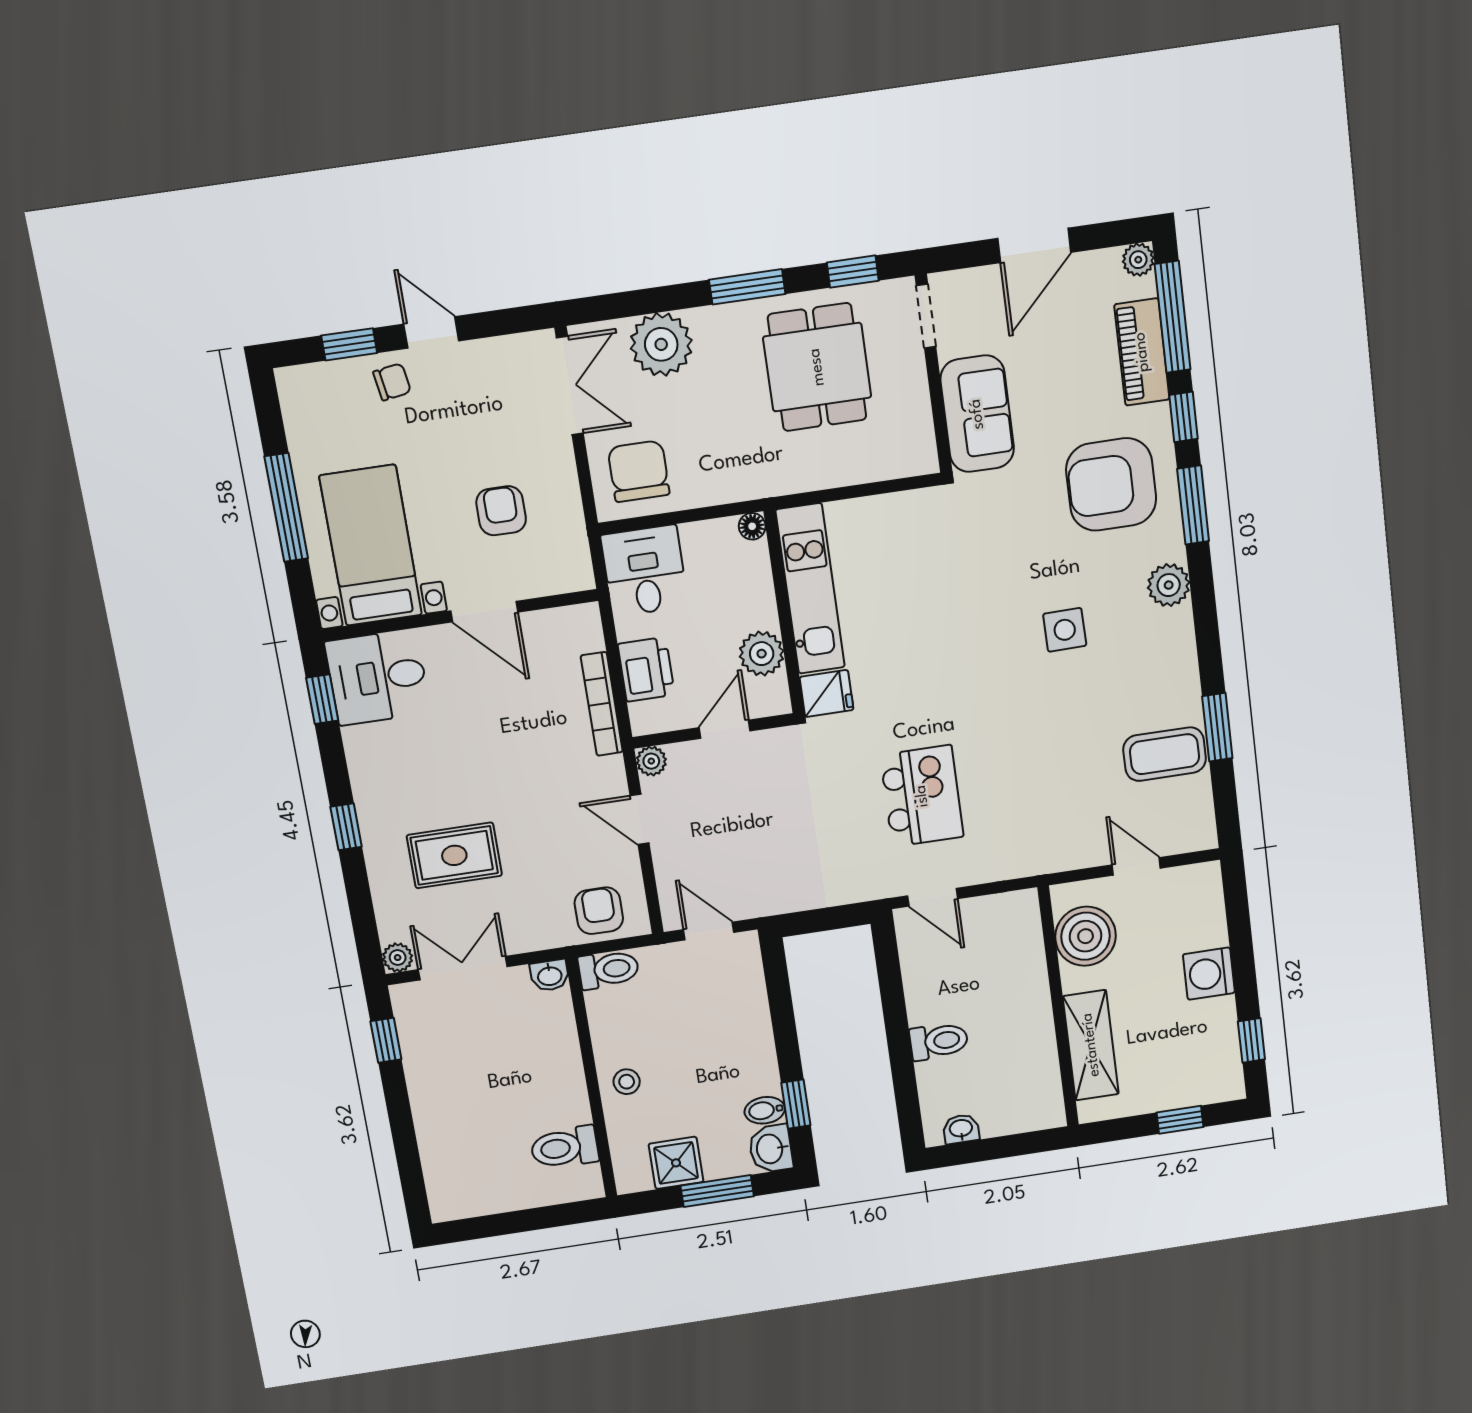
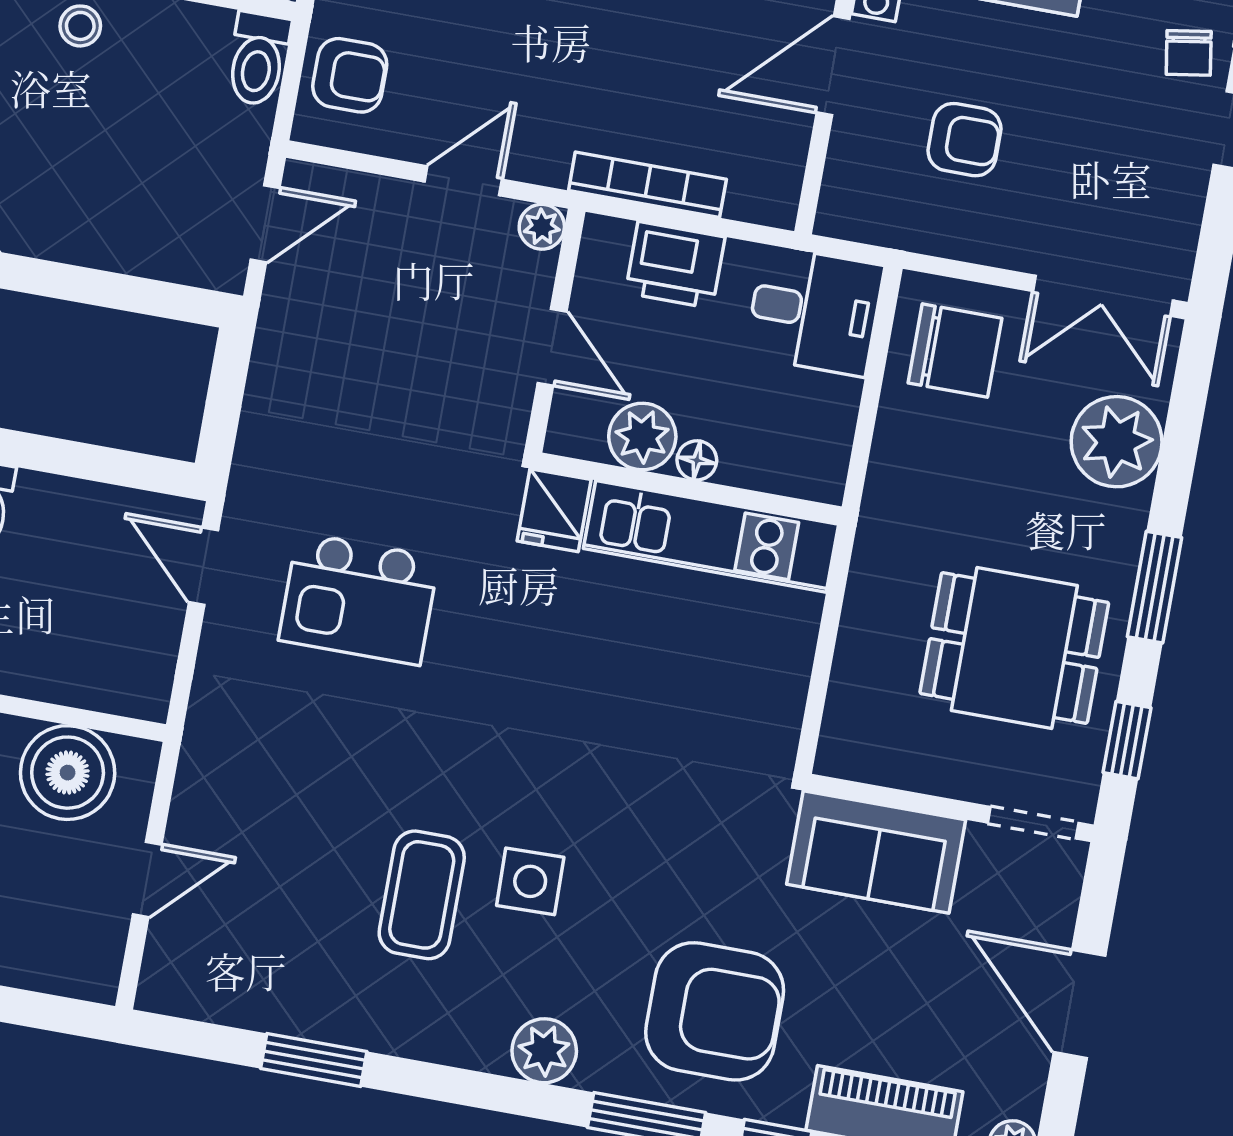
armchair: (1111, 484) -> (715, 1011), turned 90
floor lamp: (752, 526) -> (697, 460), moved
coffee table: (1165, 754) -> (422, 895), moved
door: (933, 897) -> (203, 566), hinge flipped

